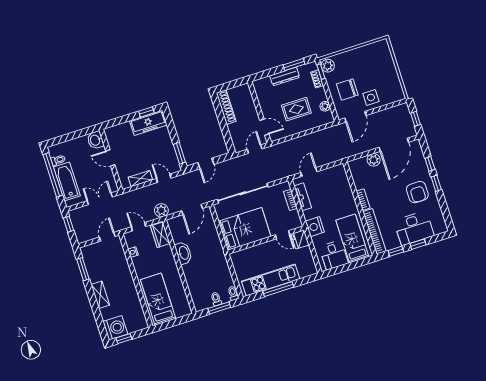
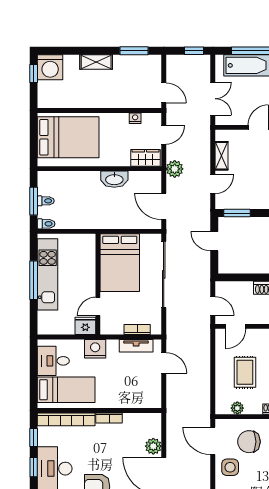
chair: (347, 89) -> (249, 442), turned -90
bed: (158, 299) -> (68, 137), width x1.50

